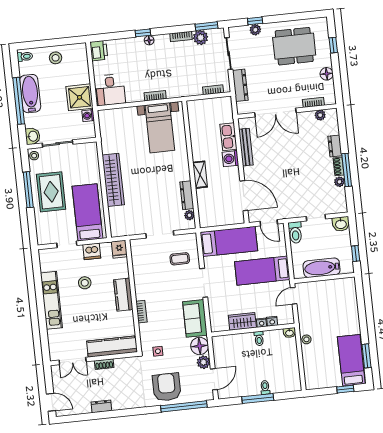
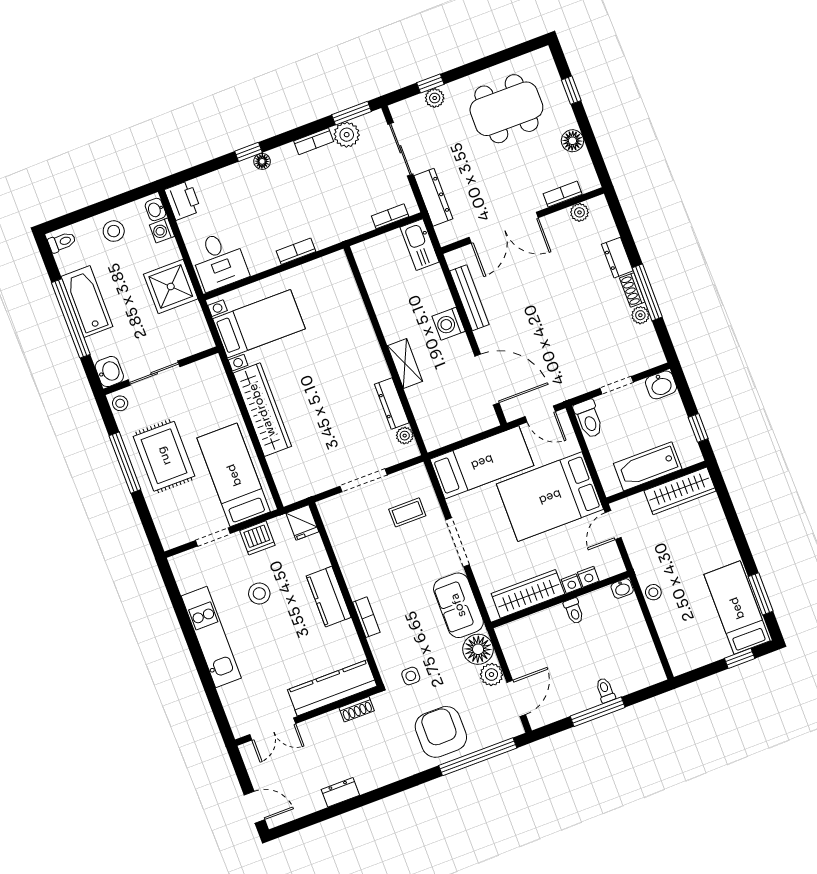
washbasin: (82, 52) -> (155, 209), added
washing machine: (88, 116) -> (162, 231), moved
bed with nightstands: (160, 128) -> (259, 324), moved, turned -90
kitchen sink: (228, 137) -> (420, 245), moved
bed: (262, 271) -> (550, 497), width x1.50
wardrobe: (336, 286) -> (680, 491), added
wardrobe: (242, 321) -> (528, 594), width x1.50
shoe rack: (104, 364) -> (357, 709), moved

